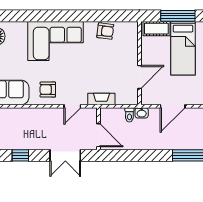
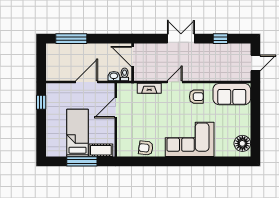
wall: (98, 129) -> (133, 62), moved
door: (98, 135) -> (133, 56), moved

